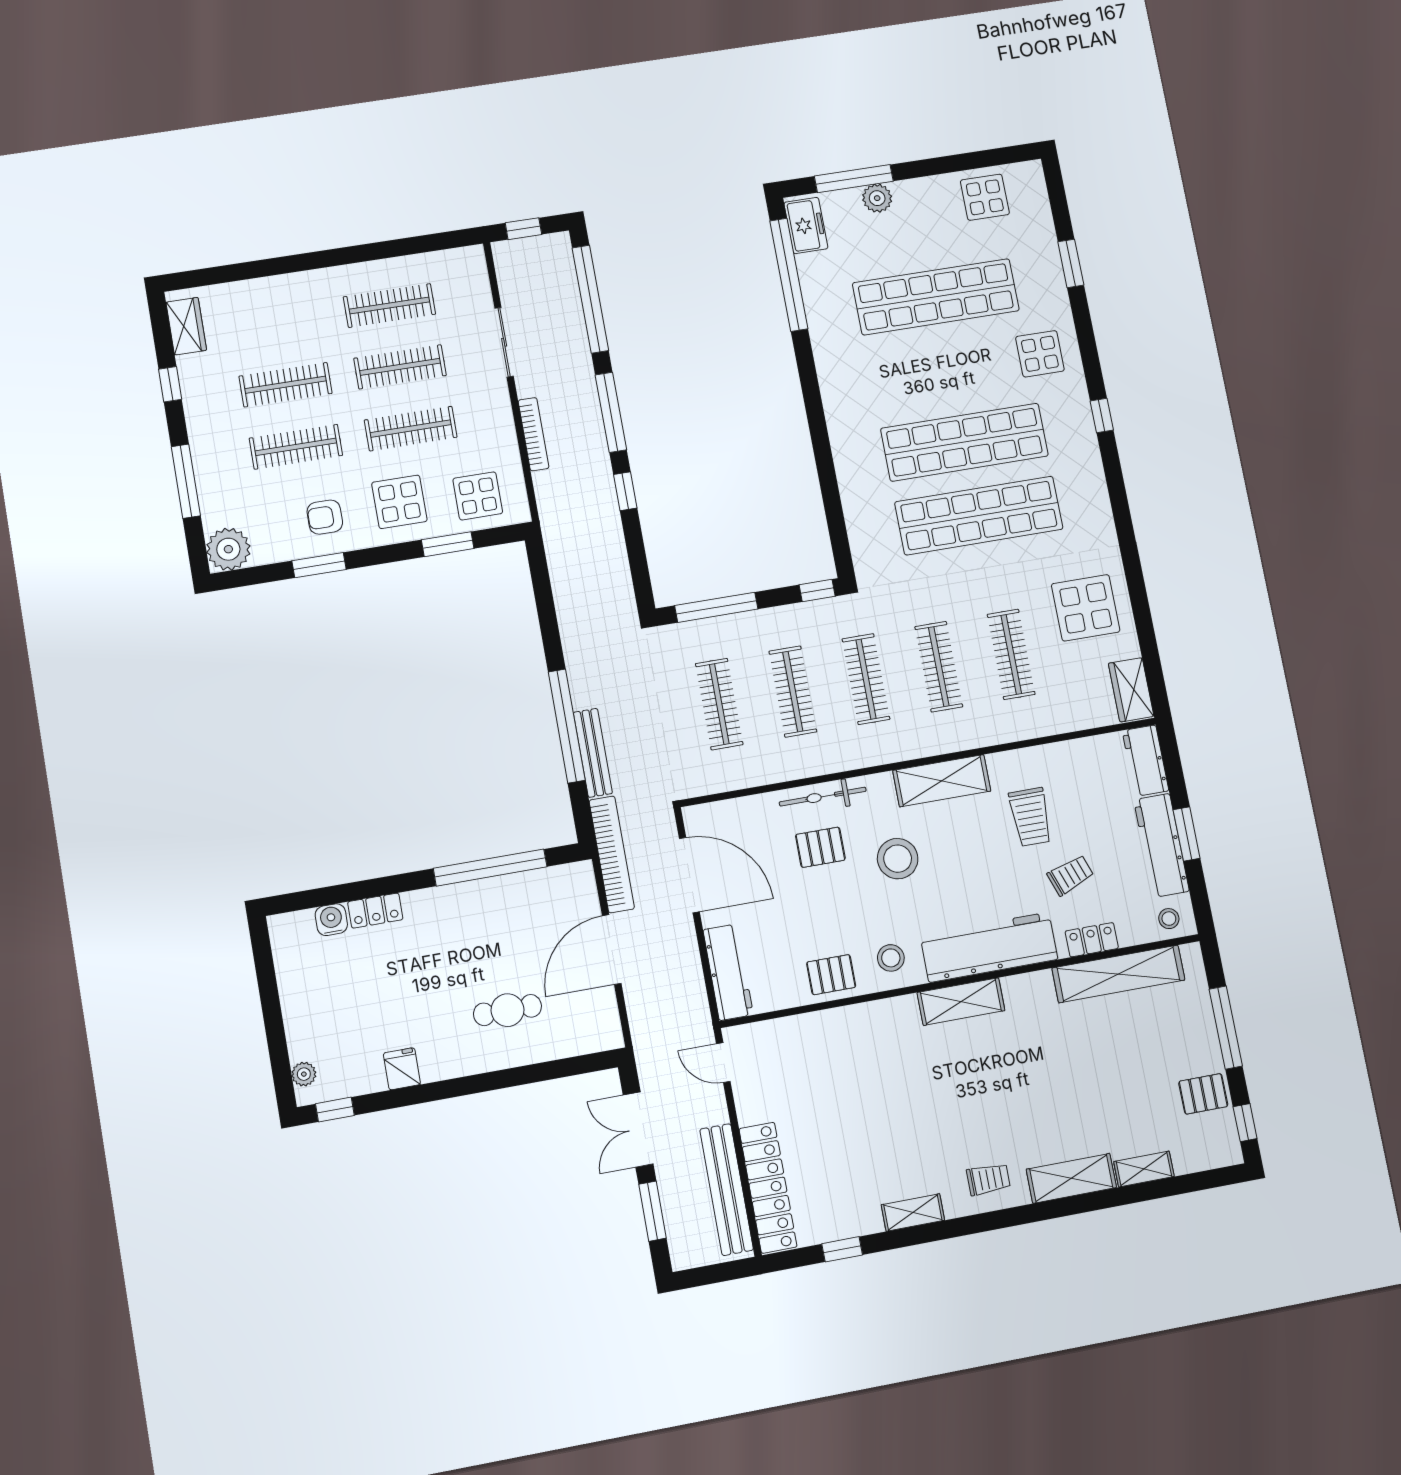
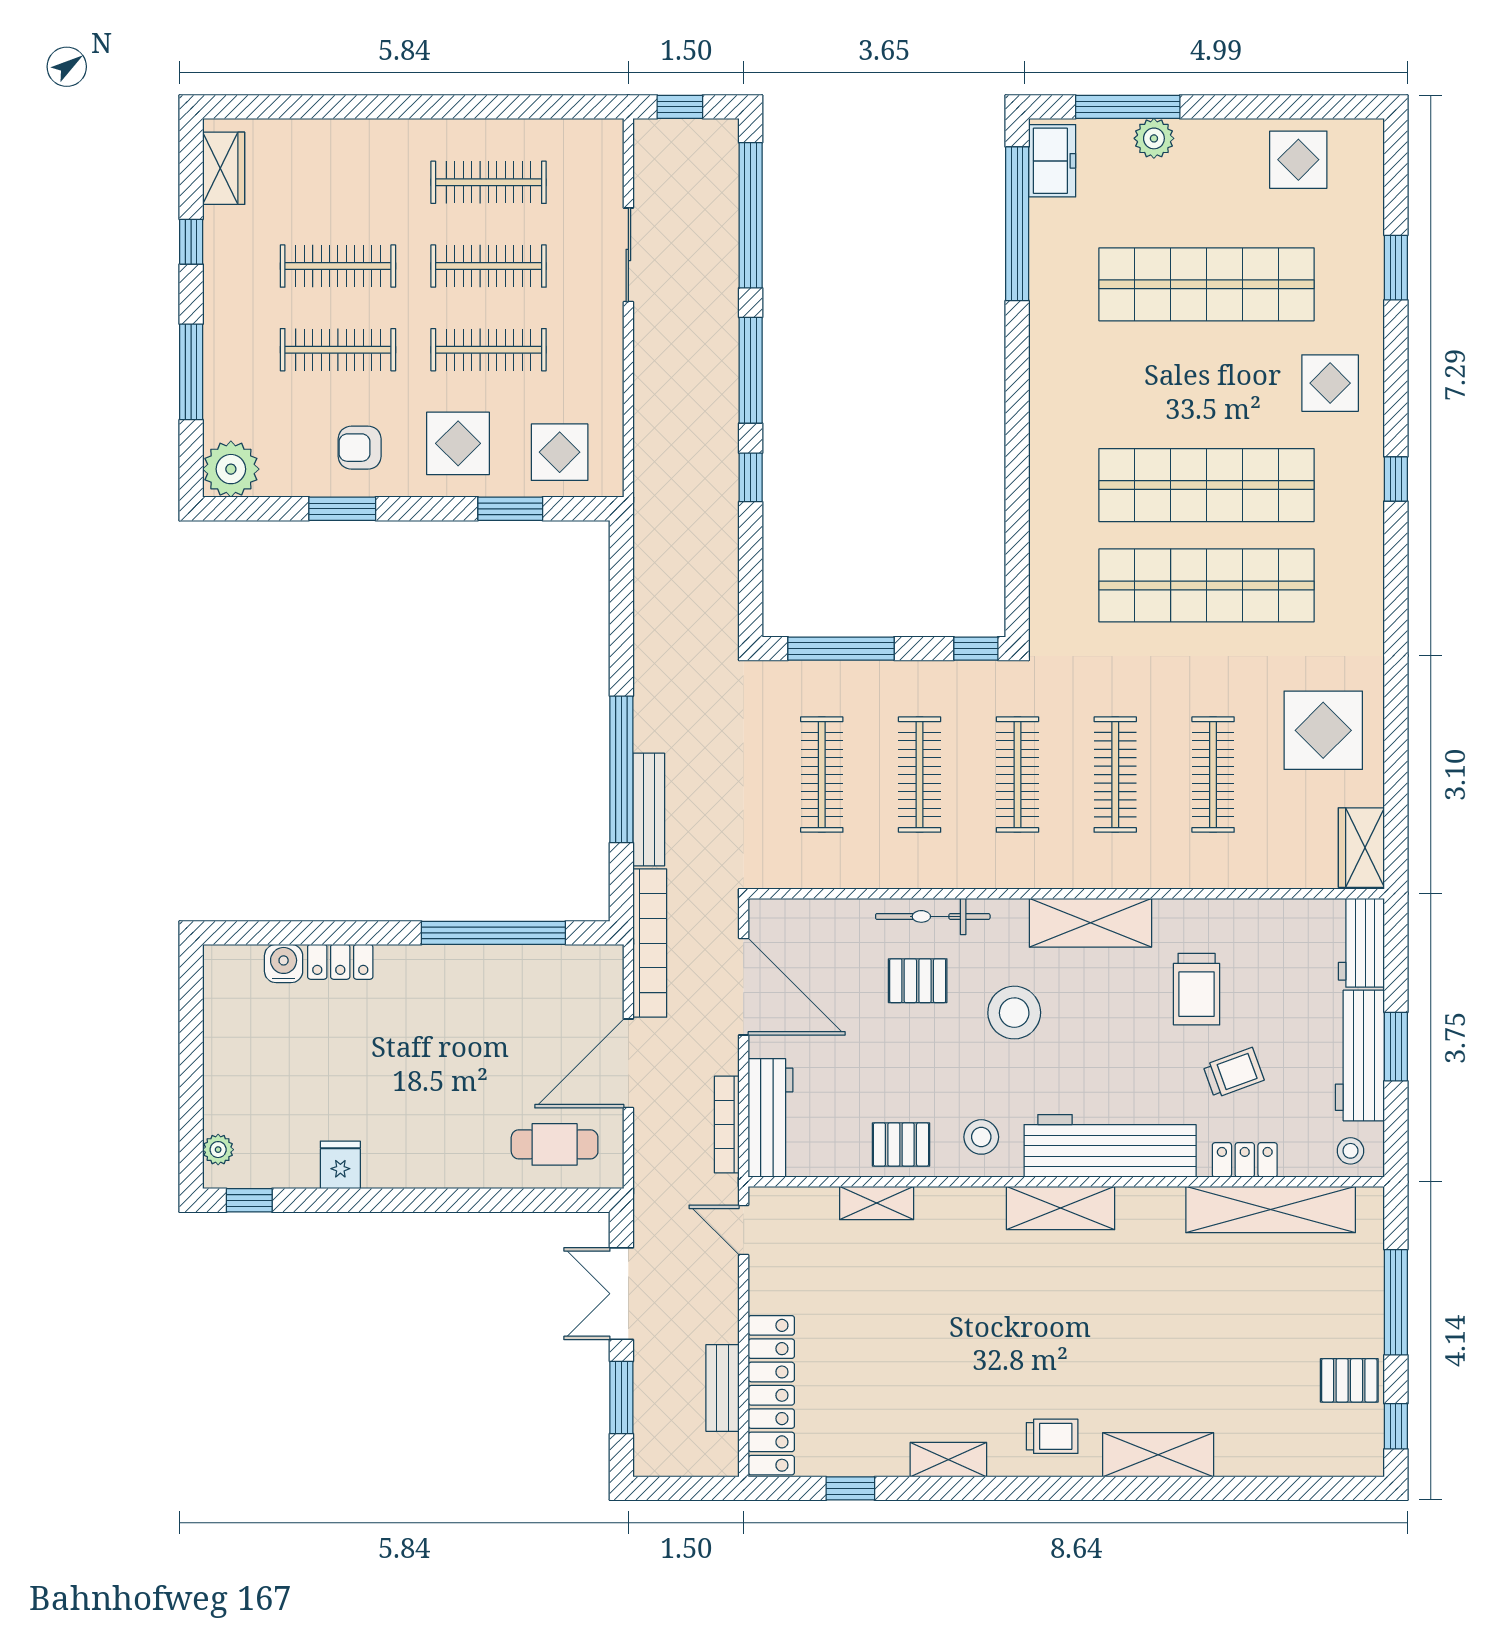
bookcase: (534, 434) -> (727, 1125), moved, turned 180
cafe table: (507, 1010) -> (555, 1144), moved
shelving: (1144, 1169) -> (877, 1203), moved
bench: (727, 1189) -> (722, 1388), width x0.54, depth x0.82

